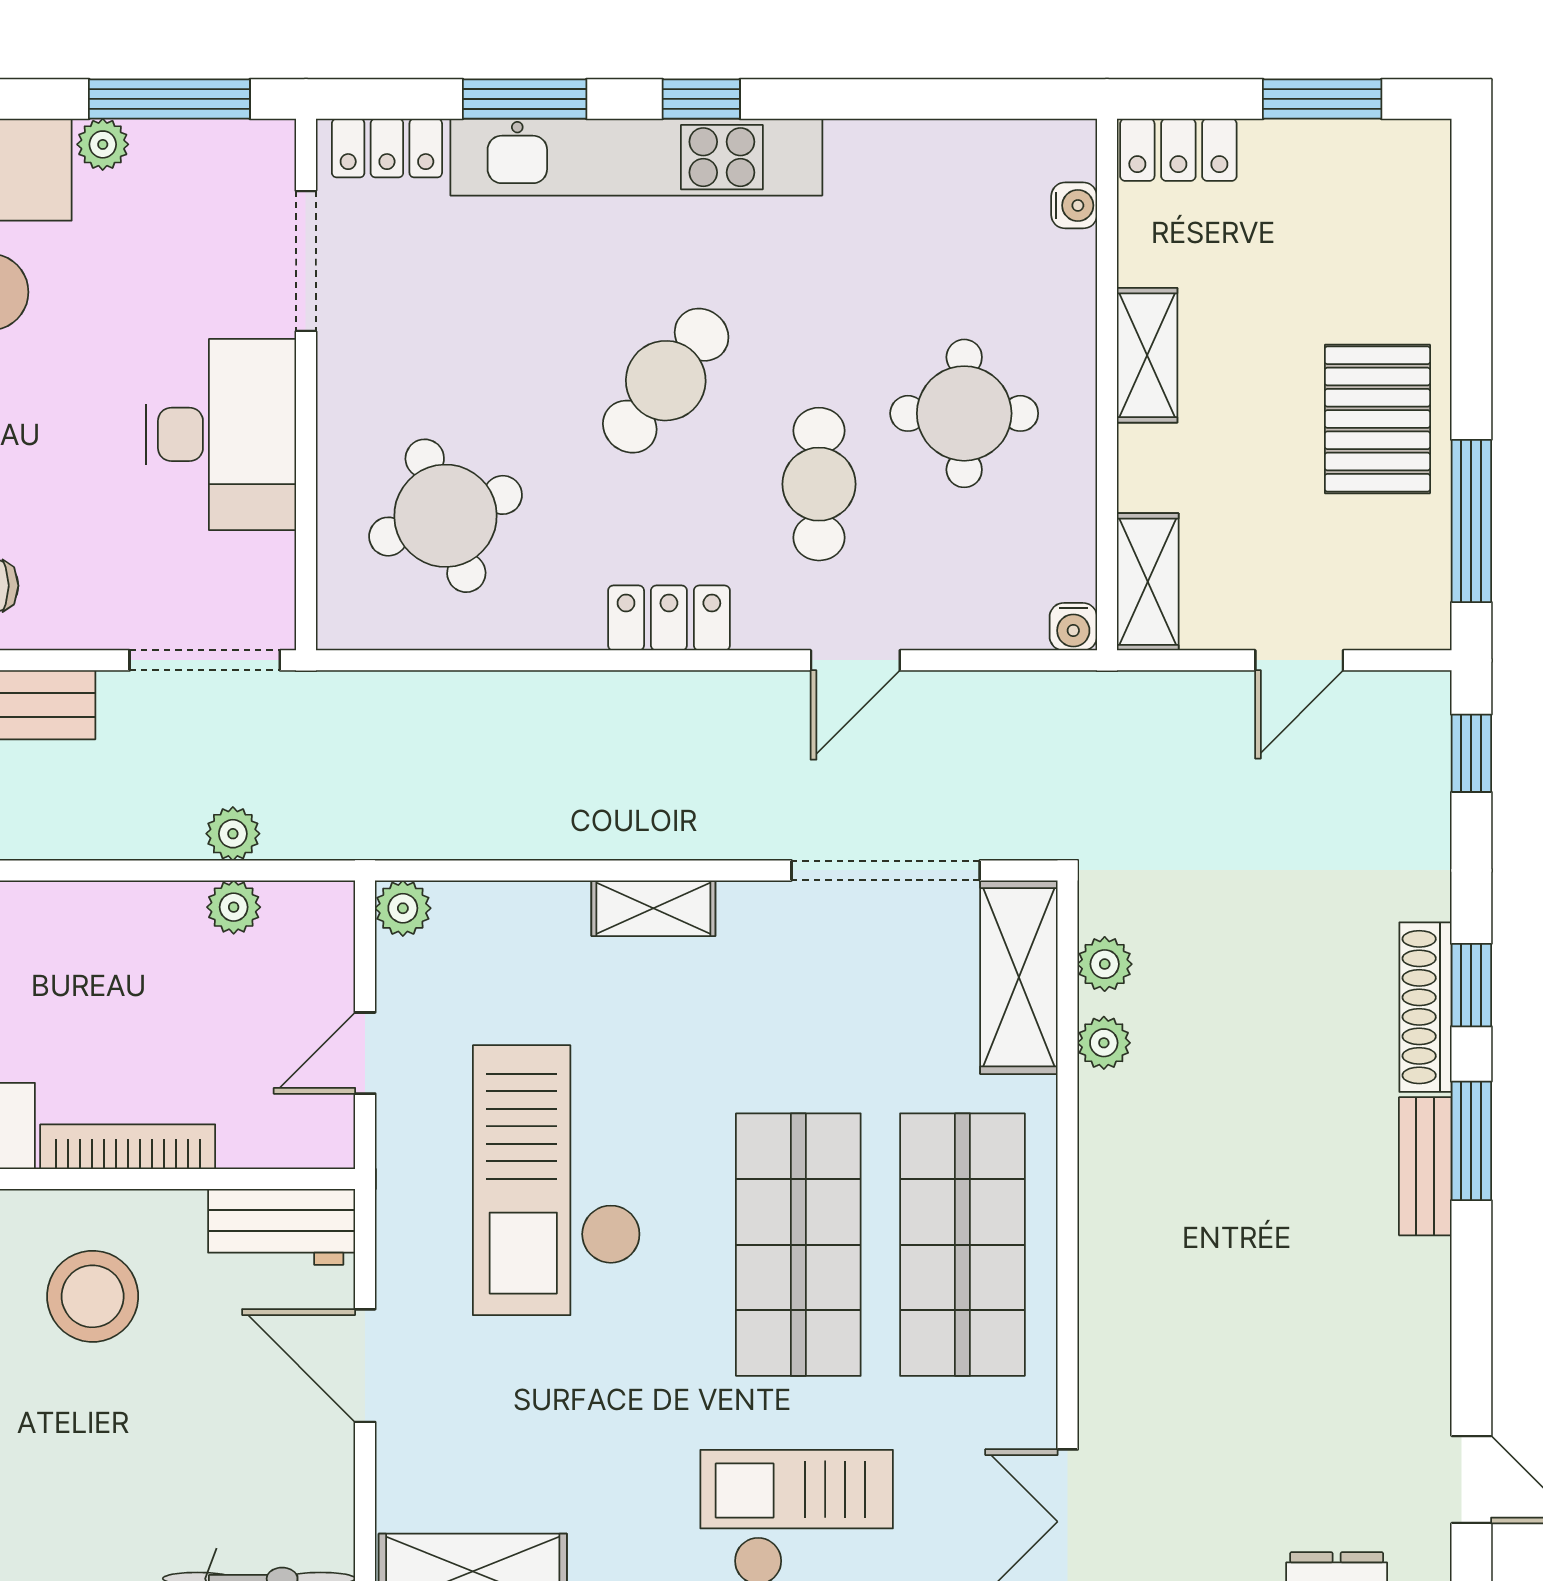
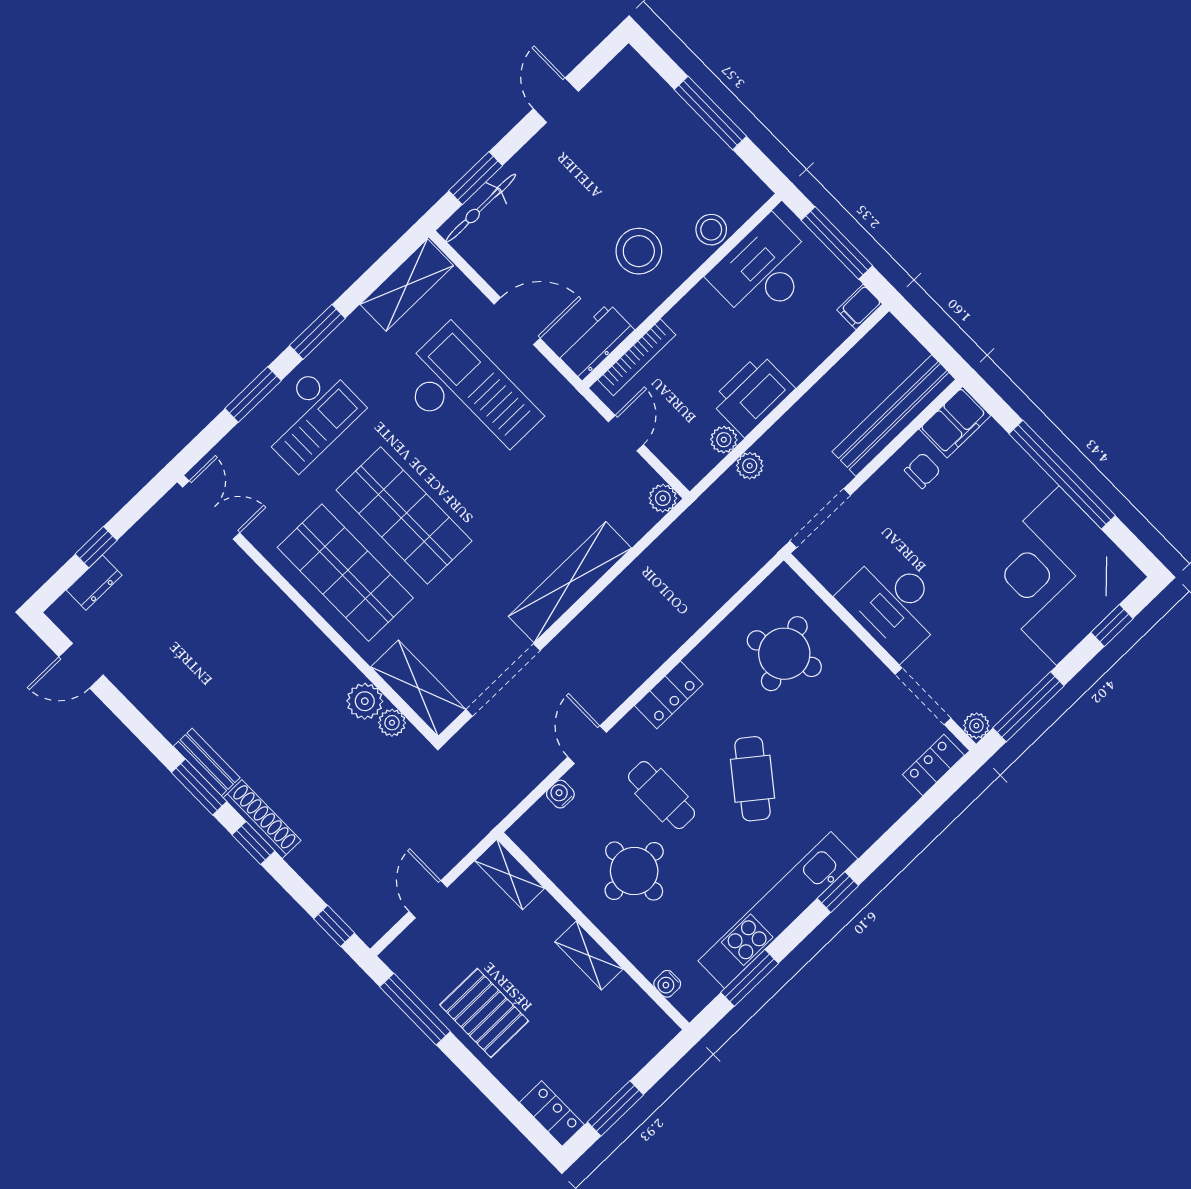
window: (525, 99) -> (750, 978), moved
plant: (103, 144) -> (976, 726), moved
locker: (1178, 150) -> (552, 1114), moved, turned 90
kitchen unit: (636, 157) -> (778, 910), moved
water cooler: (1073, 627) -> (560, 794), moved
shelving: (653, 908) -> (570, 582), width x2.20, depth x1.33
printer: (130, 932) -> (752, 395), added
plant: (1104, 1043) -> (365, 701), width x1.38, depth x1.38
bookcase: (128, 1147) -> (637, 357), moved
checkout: (557, 1180) -> (468, 397), moved

